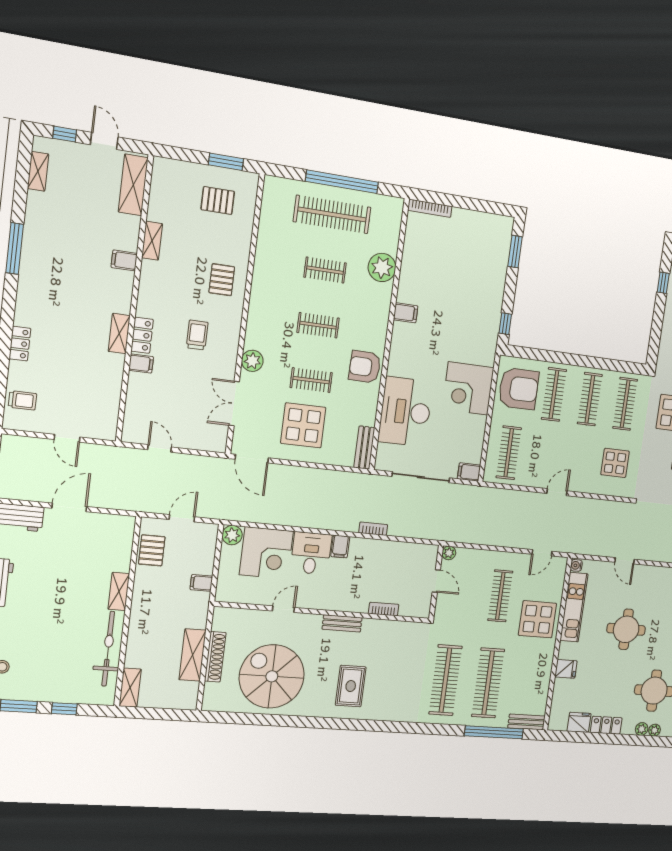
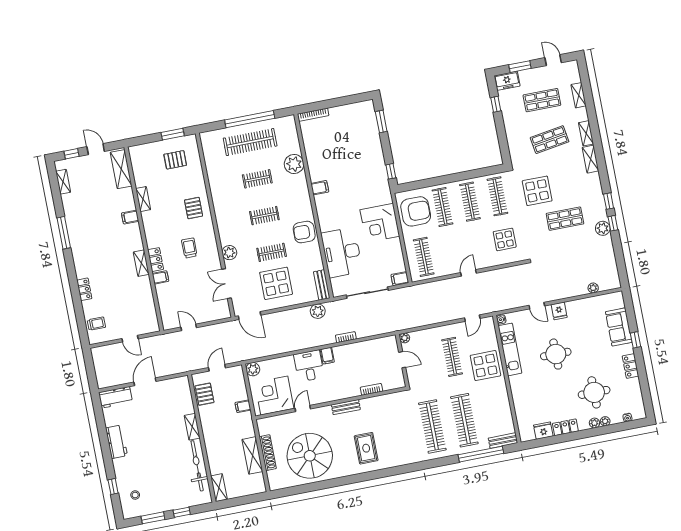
plant: (347, 482) -> (318, 311), added
corner desk: (266, 553) -> (274, 395), moved, turned 180
fridge: (566, 669) -> (559, 311), moved, turned 90

